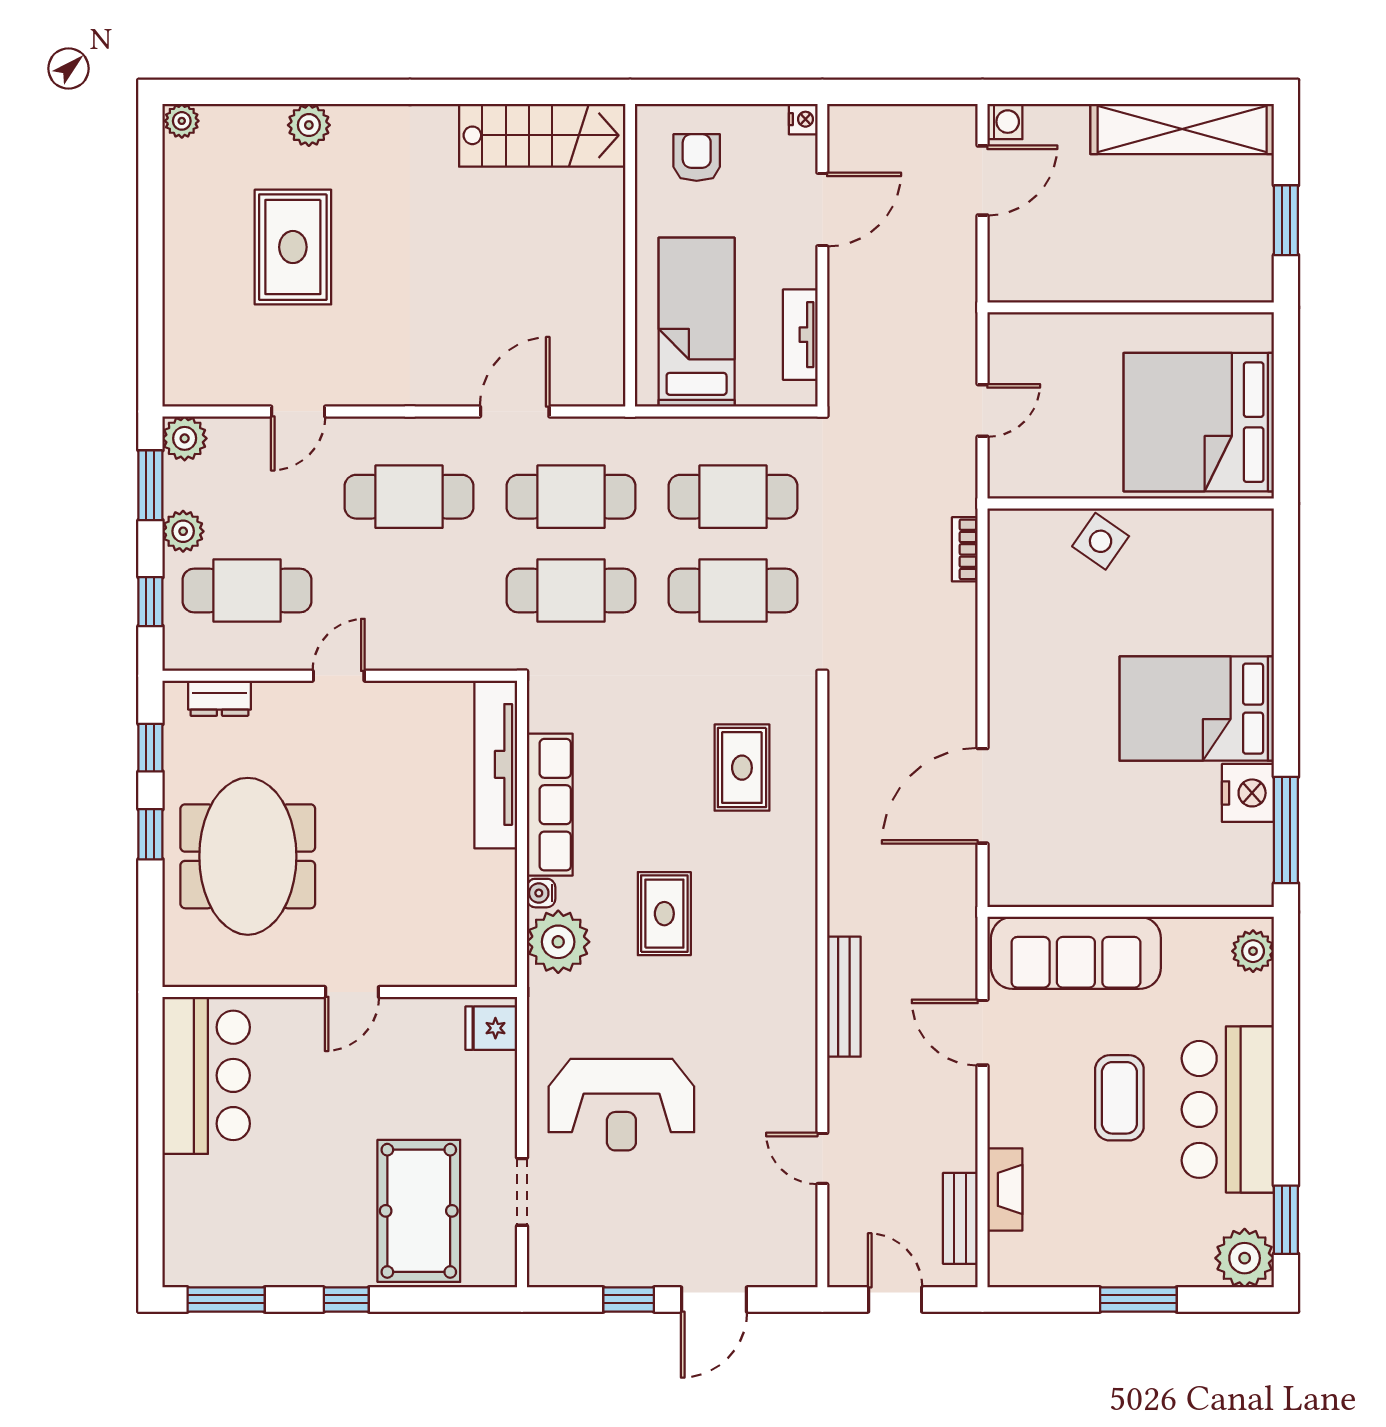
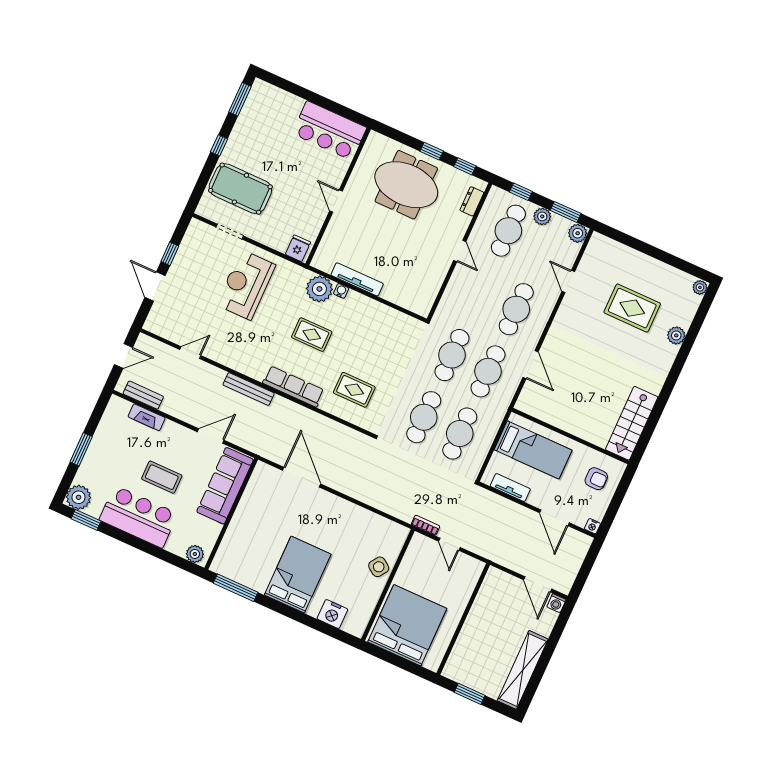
bookcase: (965, 549) -> (425, 525), moved
tv unit: (496, 764) -> (357, 279), moved, width x0.73, depth x0.78
nightstand: (1248, 793) -> (332, 614), moved
row of seats: (550, 805) -> (293, 387), moved, turned 180

